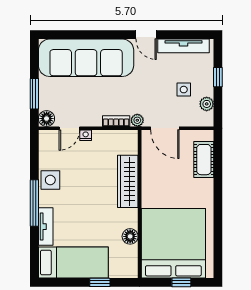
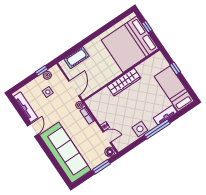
window: (218, 77) -> (42, 71), moved
wardrobe: (128, 181) -> (124, 82), moved
floor lamp: (130, 236) -> (141, 69), removed

